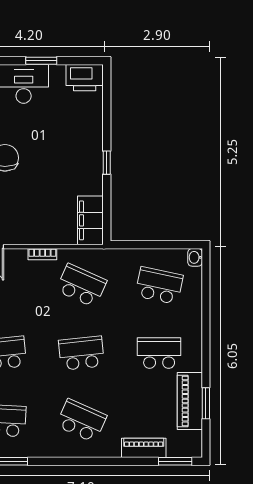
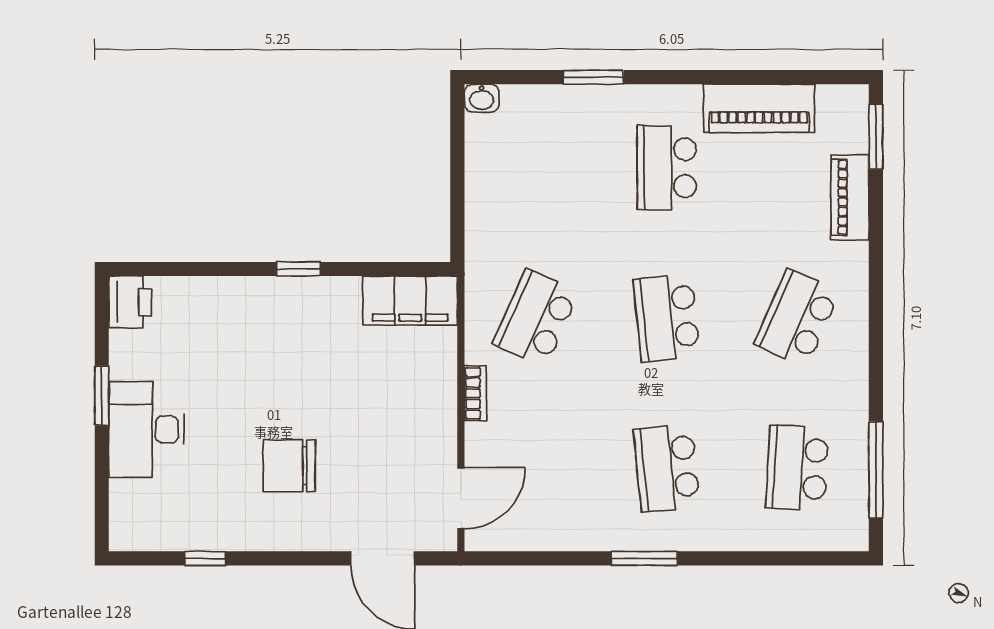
printer: (85, 78) -> (130, 302), width x0.73, depth x0.84
school desk: (159, 286) -> (536, 168), removed
window: (206, 403) -> (593, 77), moved

